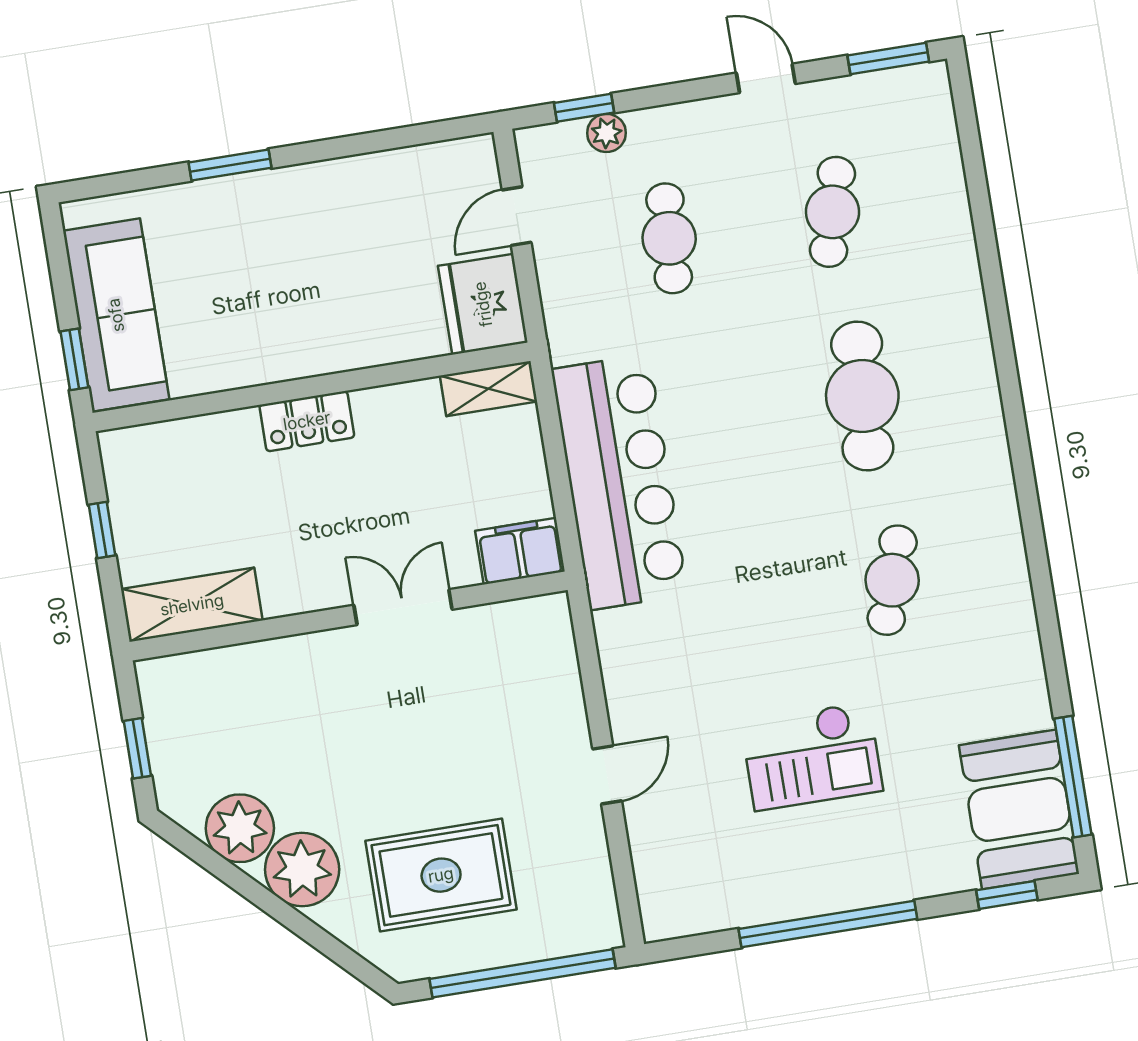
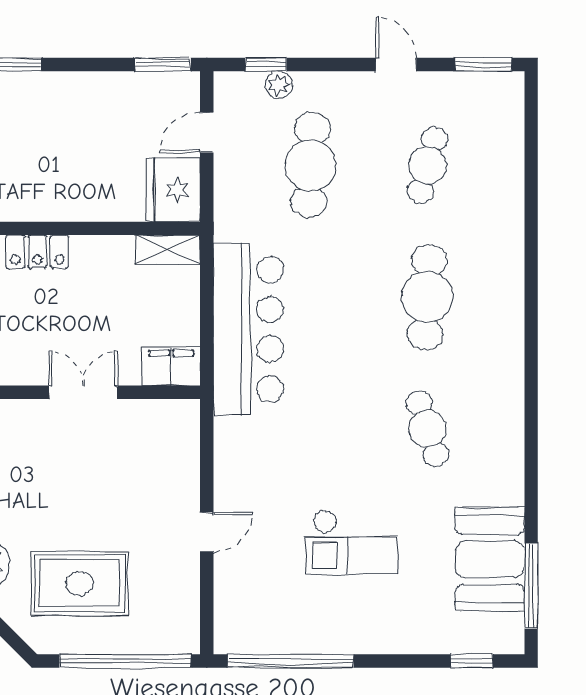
window: (440, 131) -> (163, 65), added
cafe table: (669, 238) -> (311, 165), width x1.37, depth x1.35
cafe table: (892, 580) -> (427, 429), turned -36
booth: (1019, 809) -> (490, 559), moved
window: (828, 924) -> (291, 661), moved

